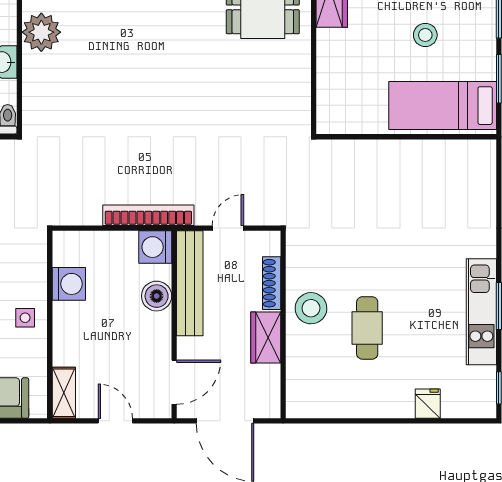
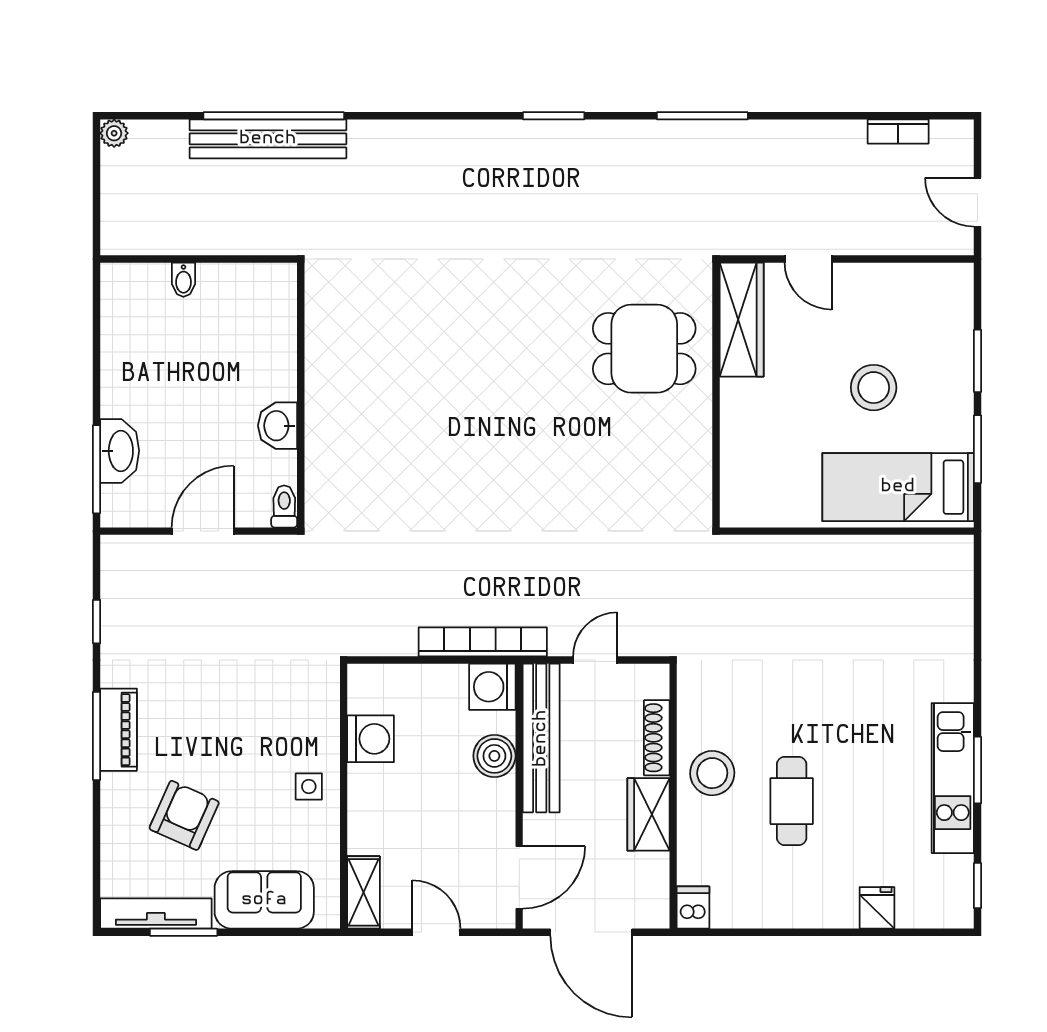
plant: (41, 32) -> (332, 384), removed
stool: (425, 35) -> (874, 388), width x1.38, depth x1.38
dishwasher: (297, 403) -> (693, 908), added

